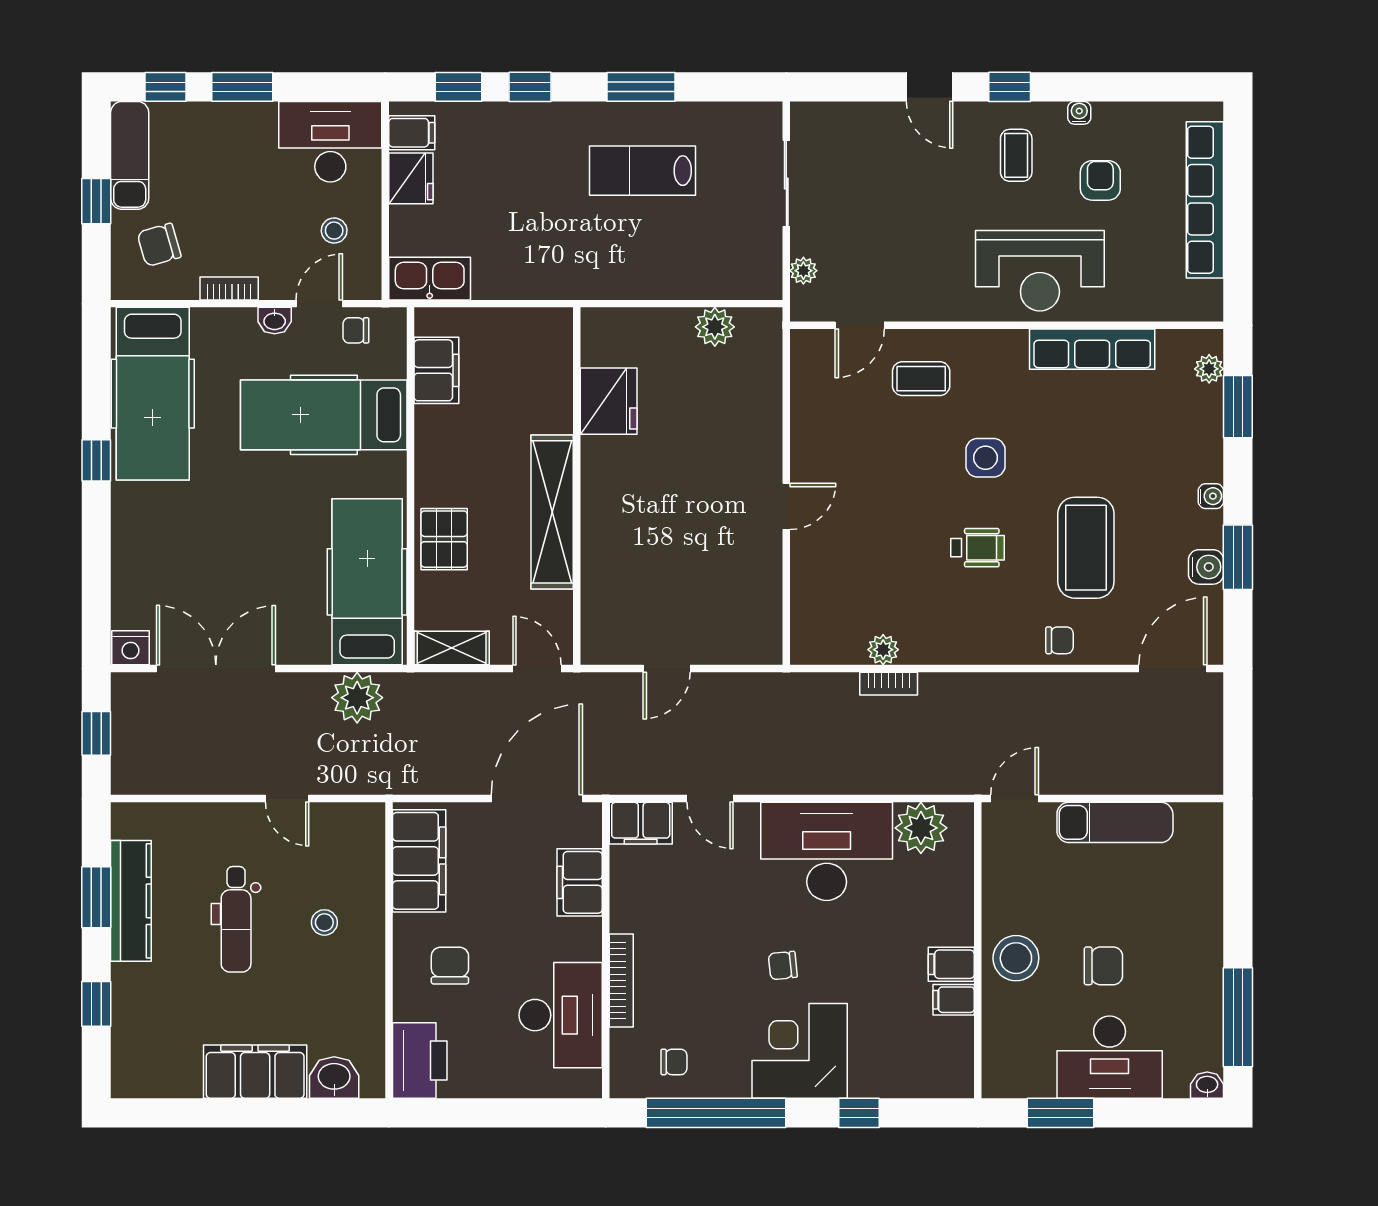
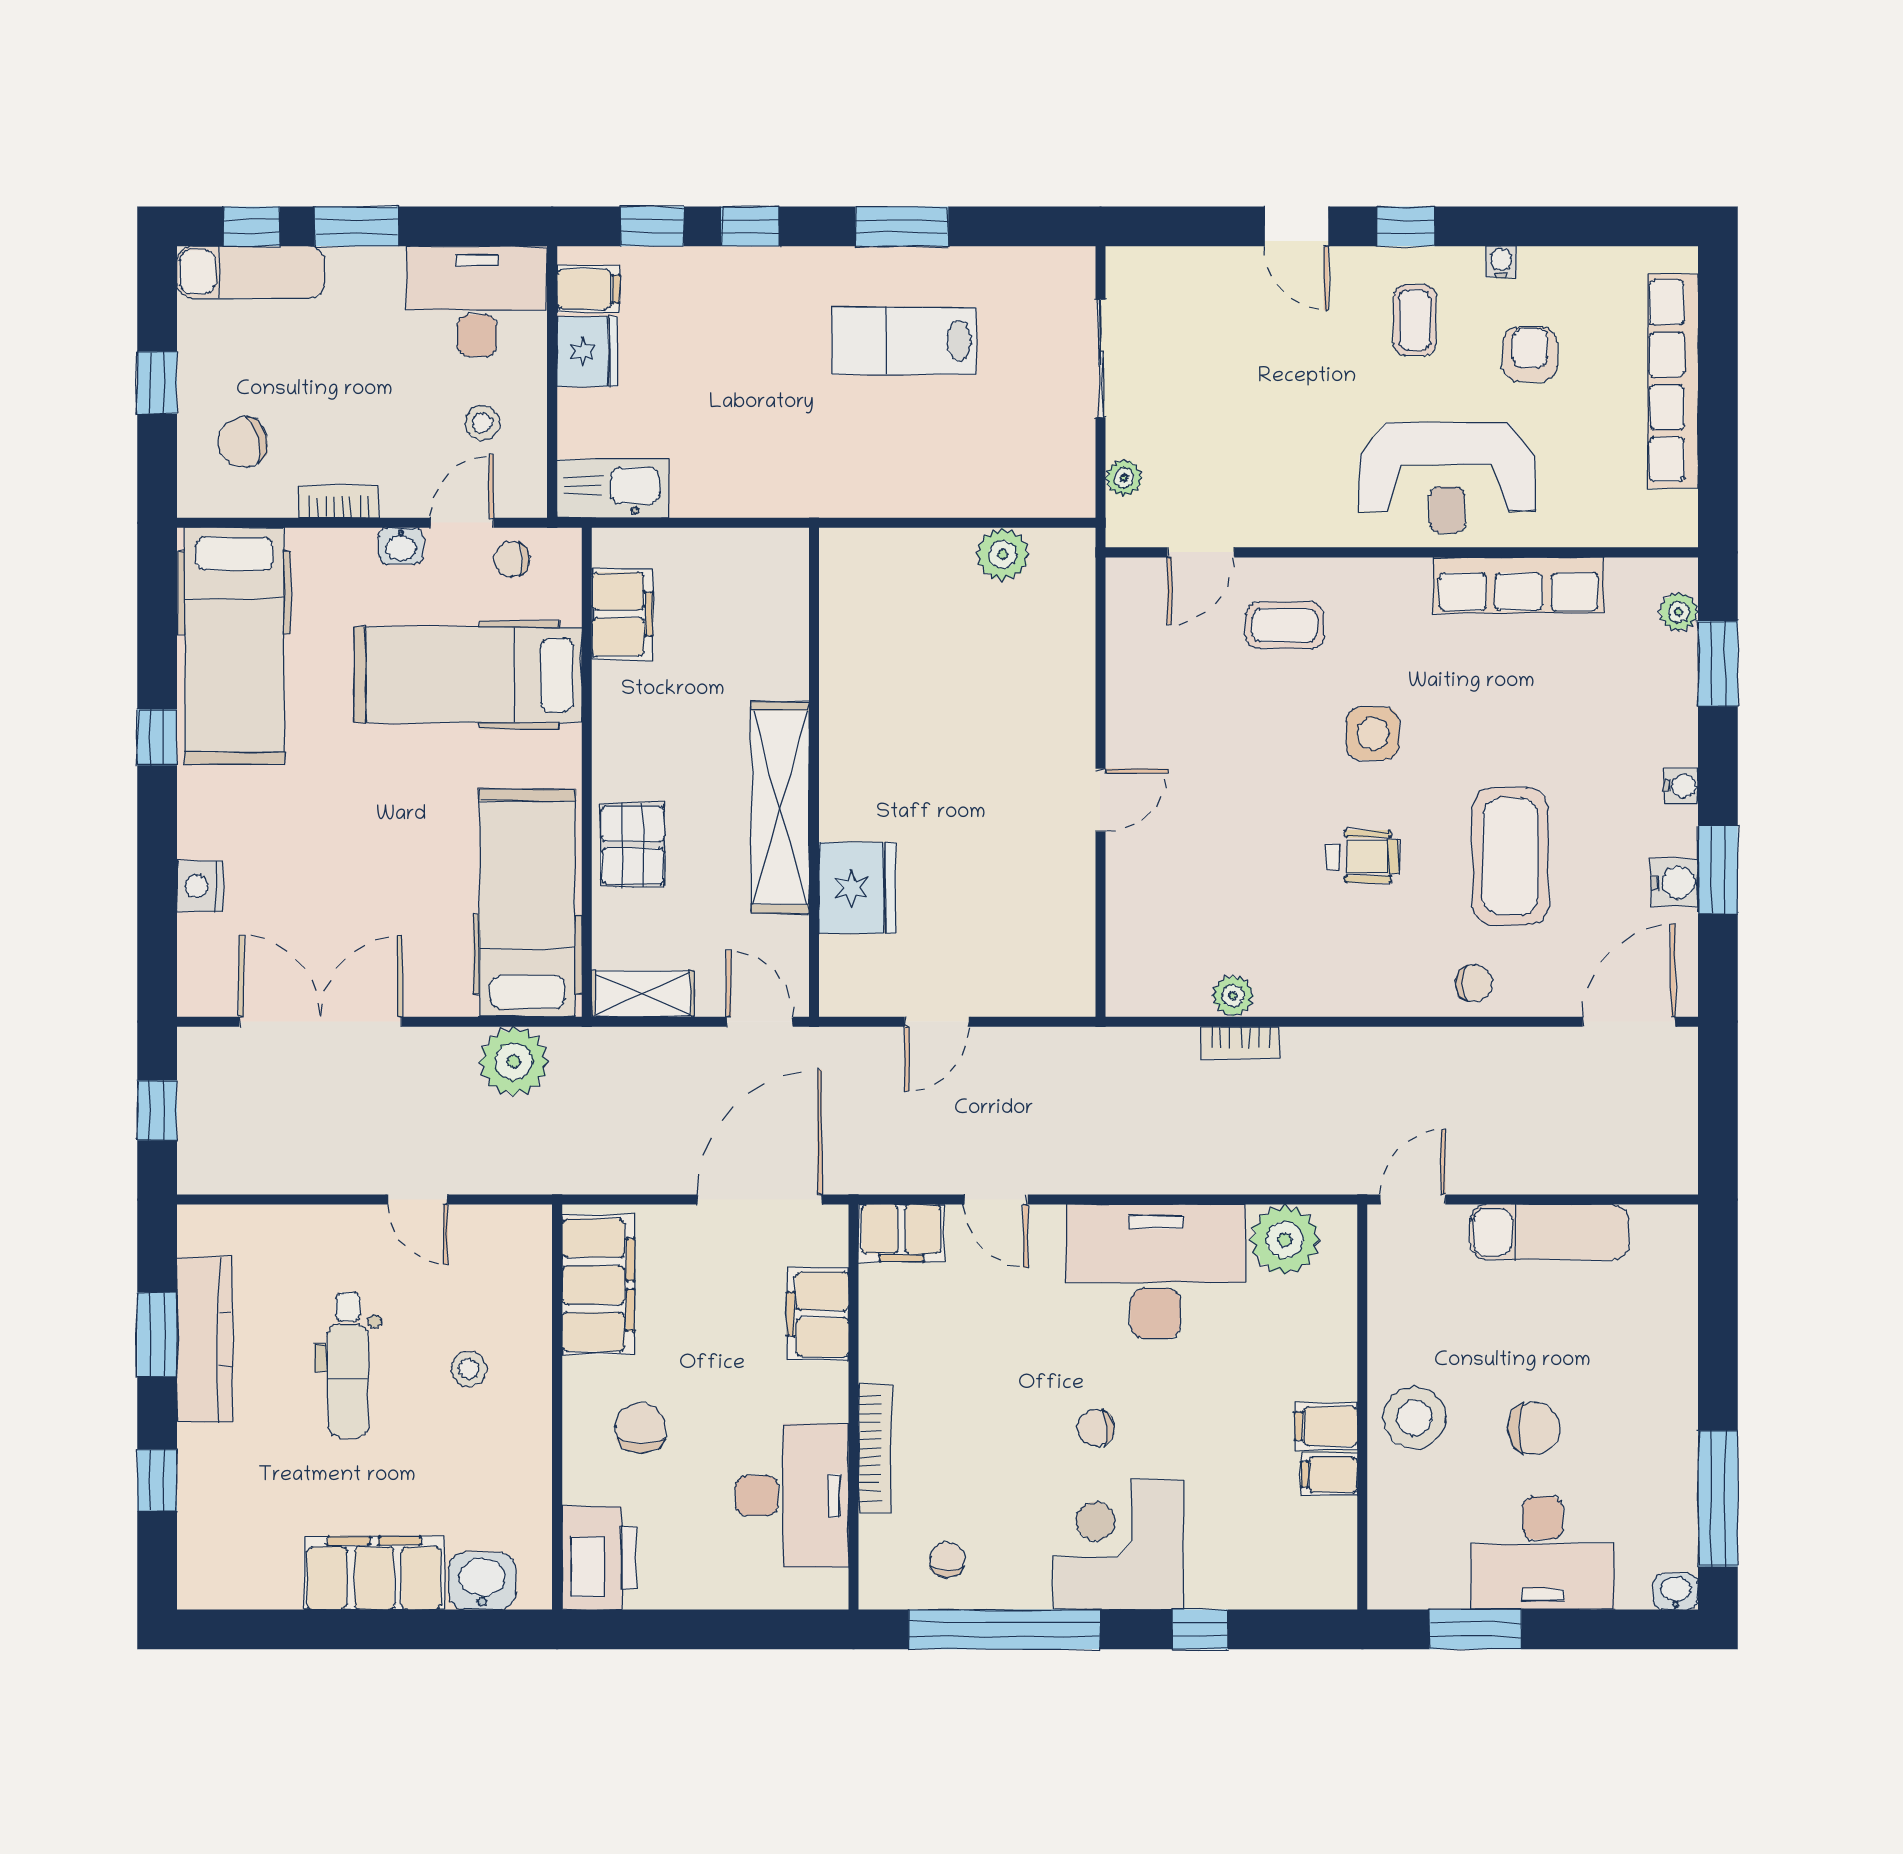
exam couch: (130, 155) -> (251, 272), moved, turned 90
fridge: (609, 401) -> (857, 888), moved
nightstand: (131, 648) -> (200, 886), moved, turned 90
chair: (674, 1062) -> (947, 1560), turned -90

